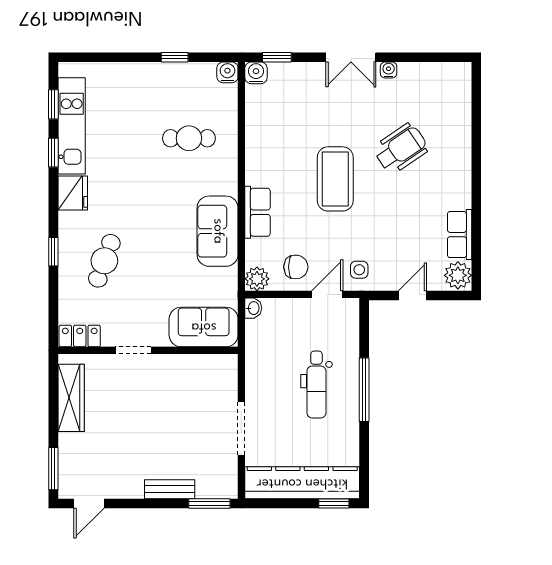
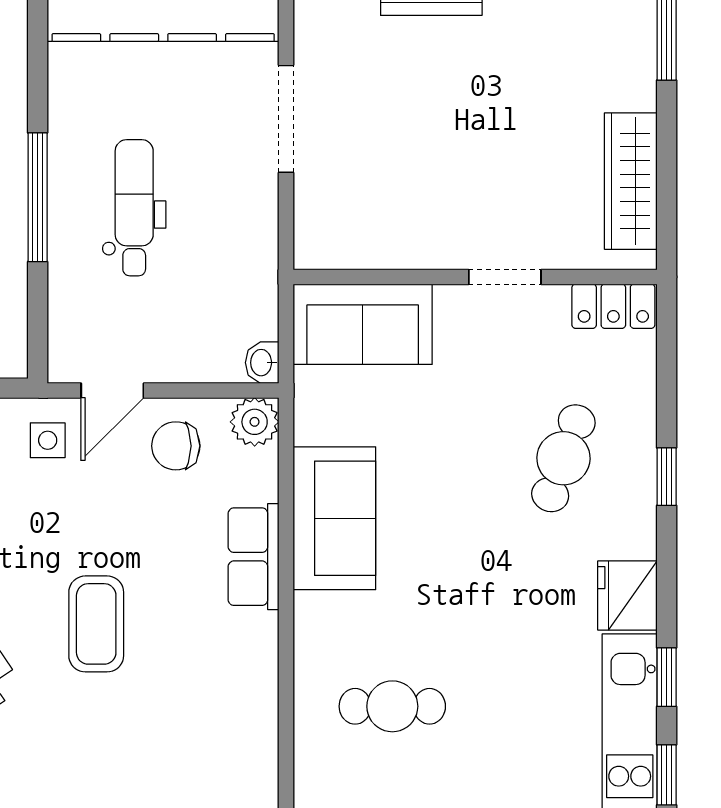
coffee table: (335, 179) -> (96, 624), width x0.73, depth x0.76

